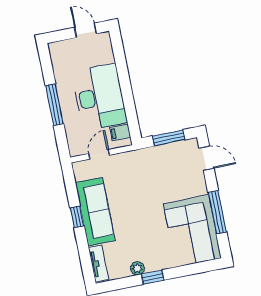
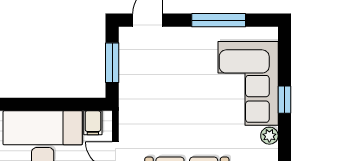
corner sofa: (192, 231) -> (248, 83), moved, turned 90
window: (153, 277) -> (285, 100), moved

